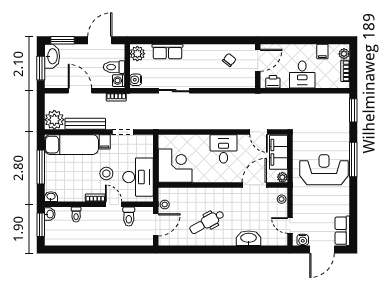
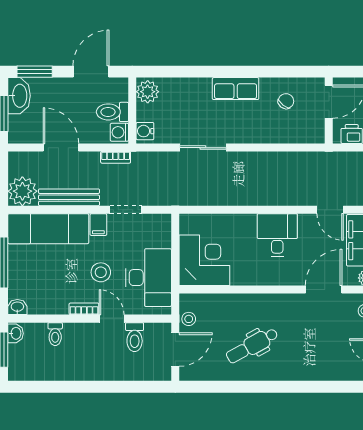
row of seats: (167, 52) -> (236, 89), moved
washbasin: (249, 238) -> (315, 370), removed

